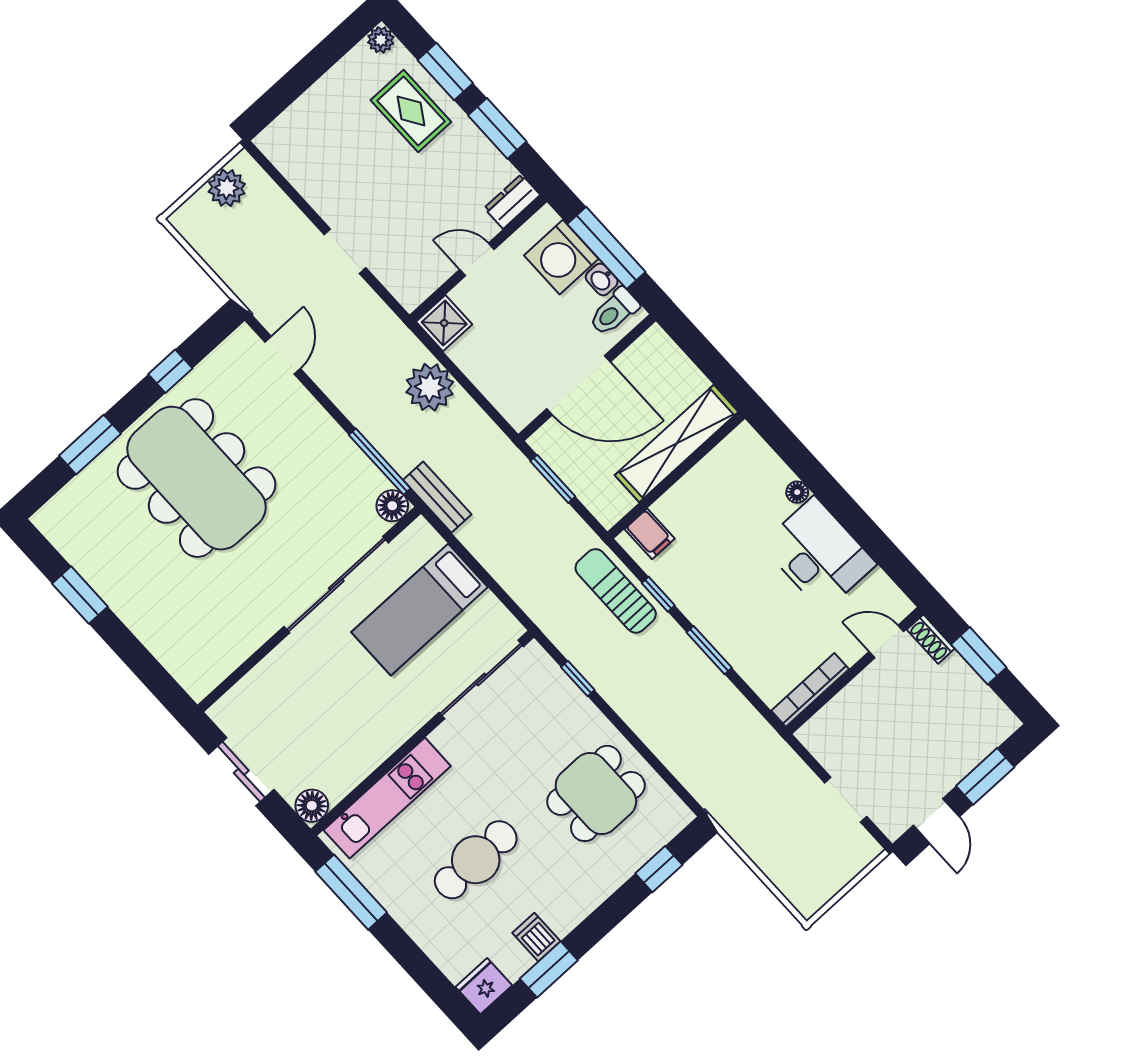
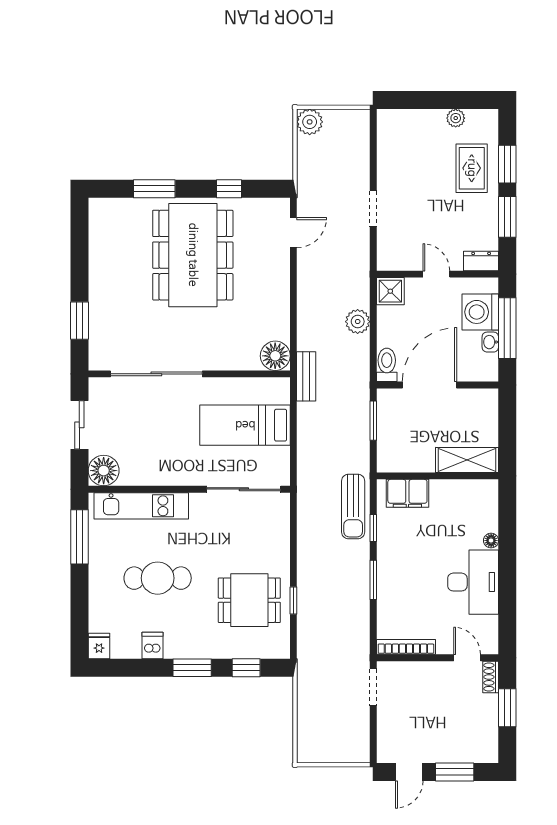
plant: (381, 40) -> (456, 118), moved
plant: (227, 188) -> (310, 122), moved
toilet: (614, 312) -> (387, 365), moved, turned 90
door: (578, 385) -> (430, 385), swing flipped
plant: (430, 387) -> (358, 322), width x0.73, depth x0.73
shelving: (677, 444) -> (467, 460), width x0.68
window: (380, 462) -> (293, 332), removed
floor lamp: (392, 506) -> (275, 356), width x1.38, depth x1.38
filing cabinet: (650, 534) -> (407, 493), width x2.00
sliding door: (336, 585) -> (156, 374), moved
sun lounger: (616, 591) -> (353, 507), turned 180
window: (80, 595) -> (79, 321), moved
window: (578, 678) -> (293, 600), moved
doorway: (846, 800) -> (373, 687), moved
floor lamp: (312, 806) -> (104, 471), width x1.38, depth x1.38
window: (549, 969) -> (192, 668), moved
fridge: (484, 986) -> (99, 646), width x0.72

